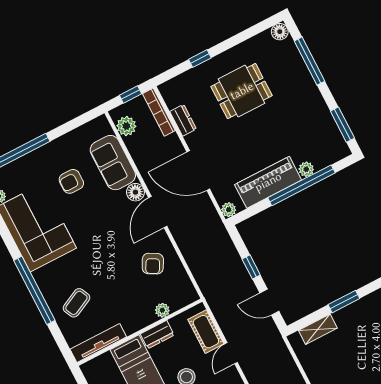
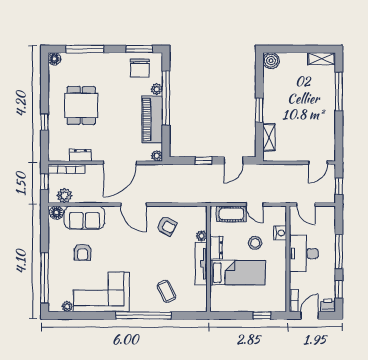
chair: (321, 137) -> (140, 68), added
floor lamp: (135, 192) -> (56, 213), moved
tv unit: (98, 343) -> (201, 264), moved

